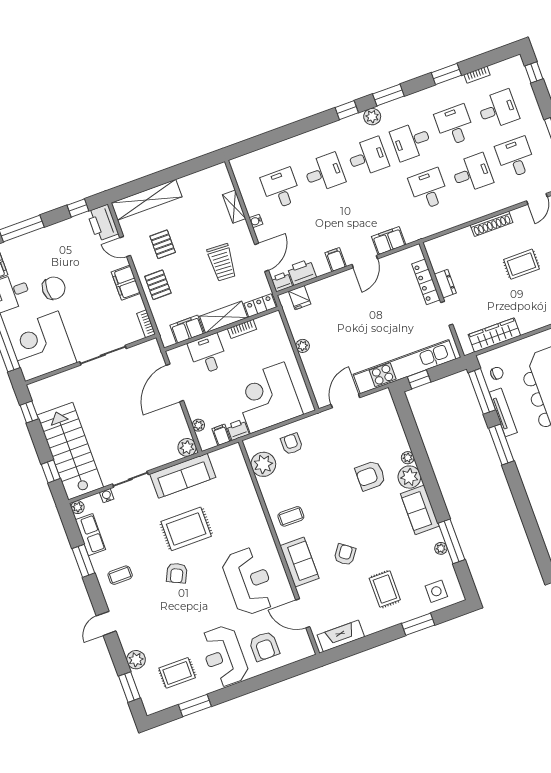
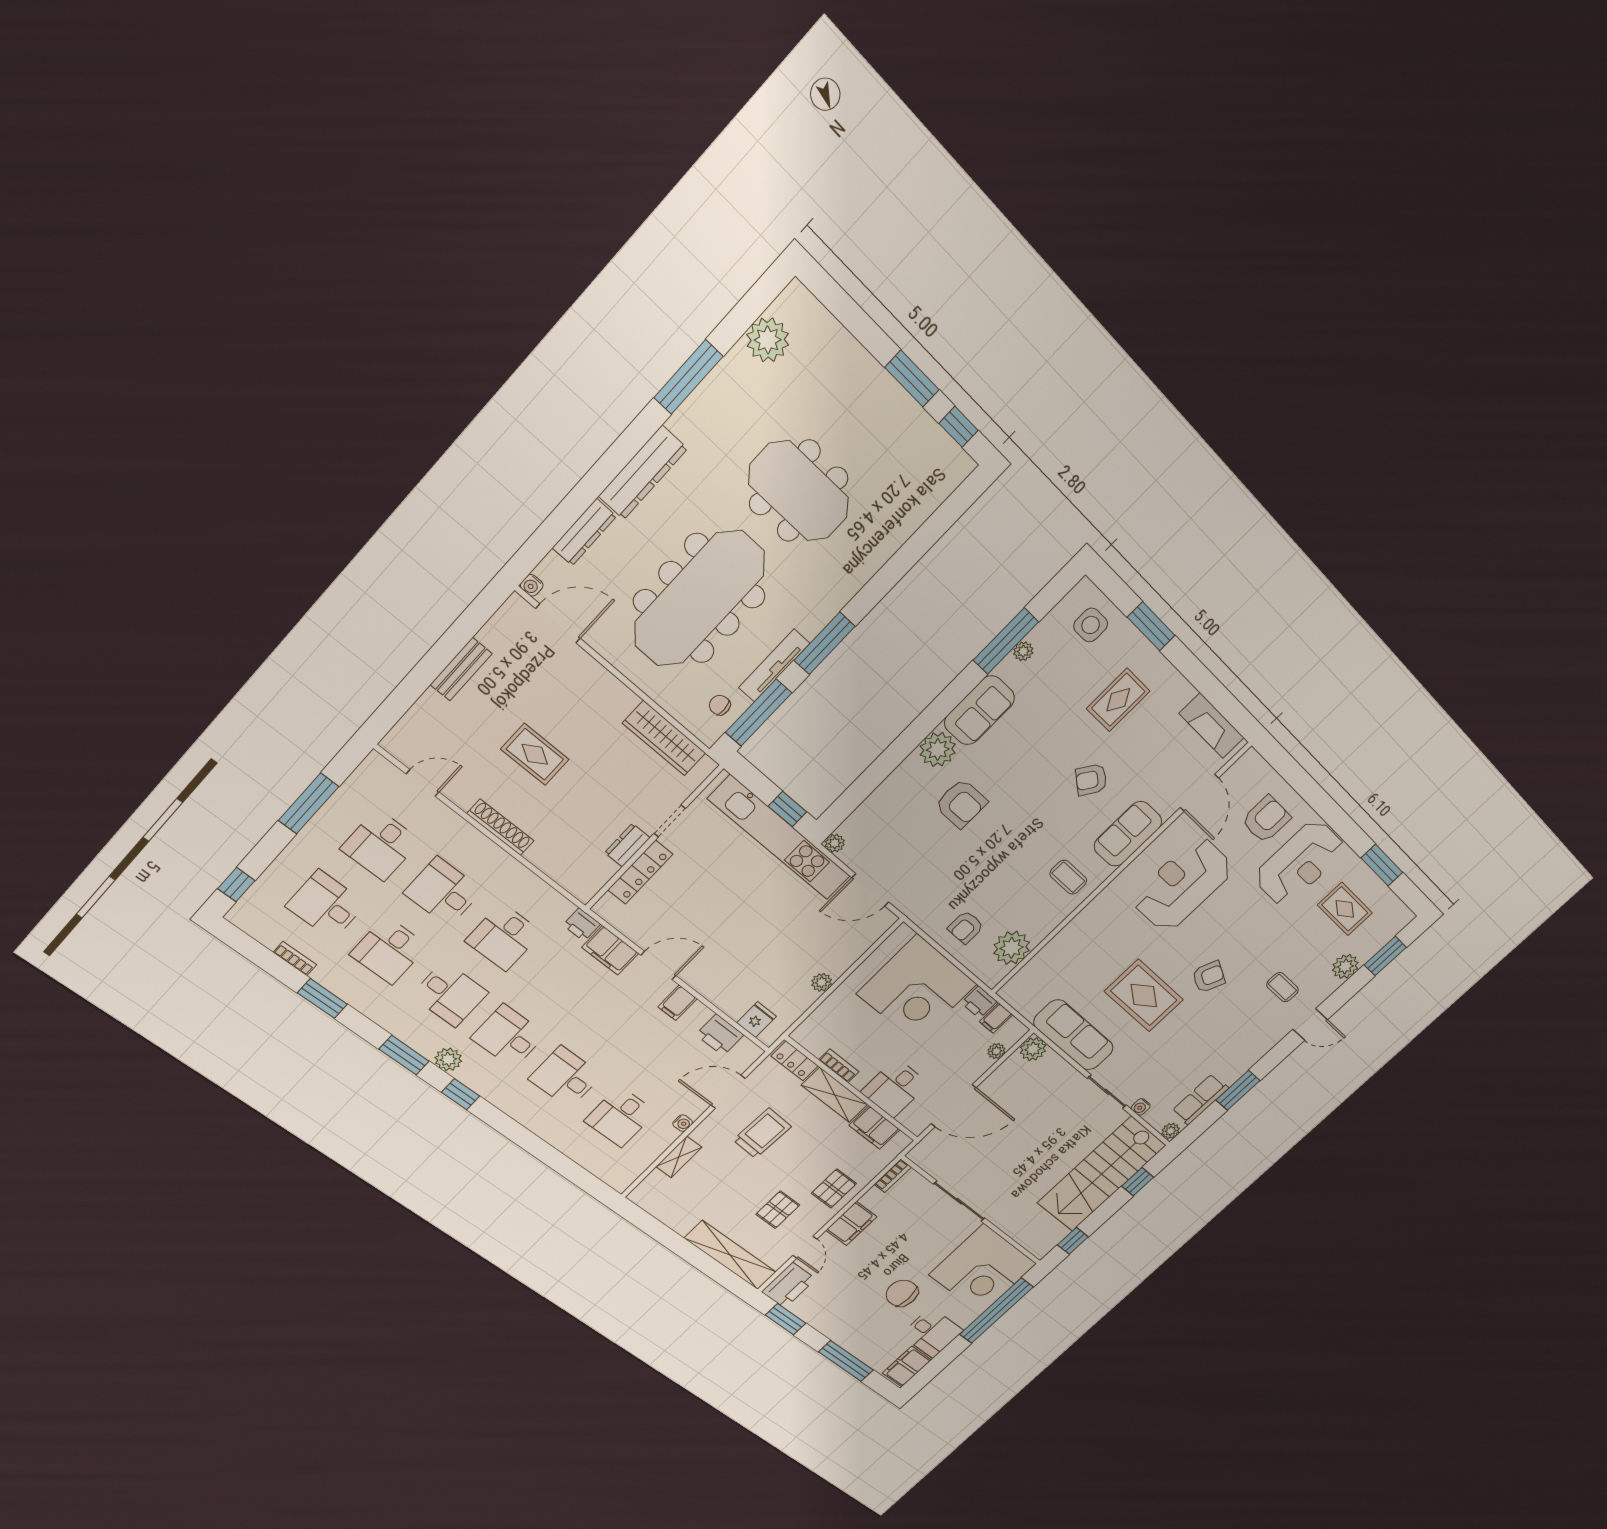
window: (78, 208) -> (786, 1319), width x1.50
printer: (282, 282) -> (582, 925), moved
plant: (408, 458) -> (835, 843), moved
coffee table: (120, 575) -> (1282, 987), moved

